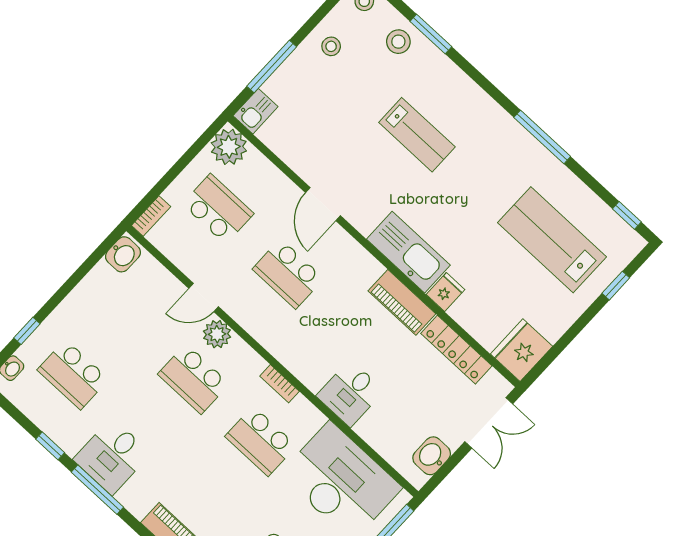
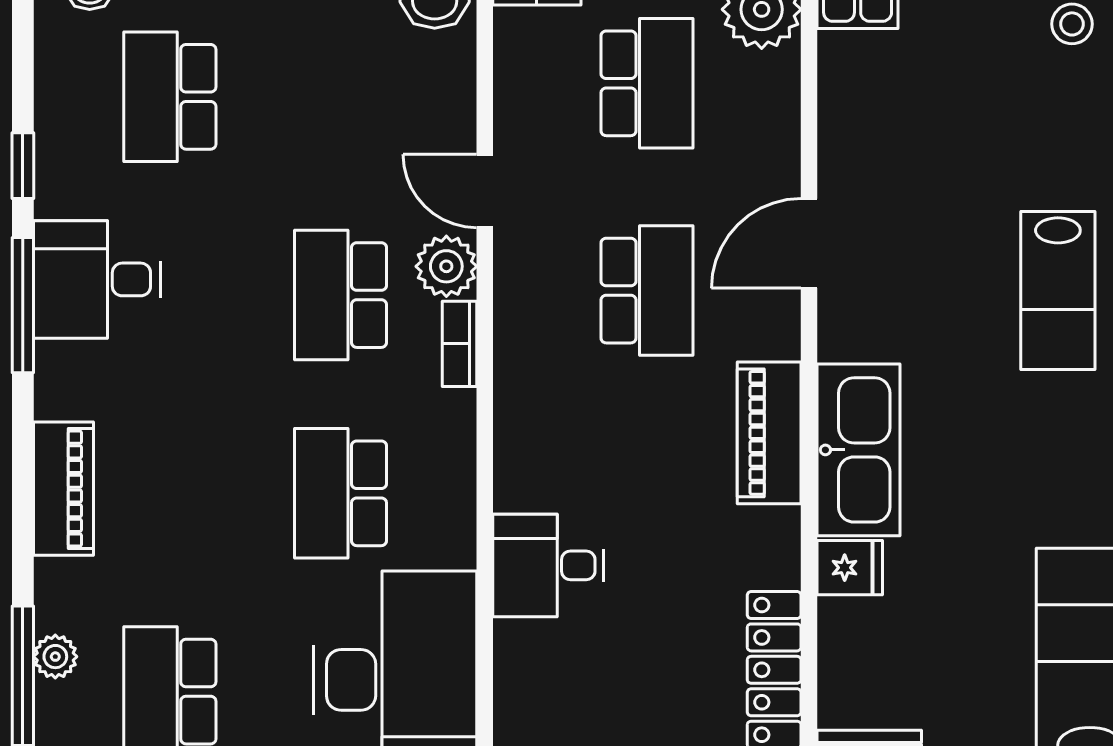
school desk: (288, 274) -> (647, 291), turned 180
piano: (402, 302) -> (769, 433), moved
bookcase: (280, 384) -> (460, 344), moved

